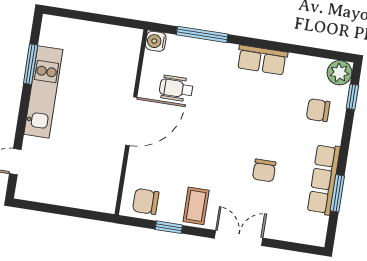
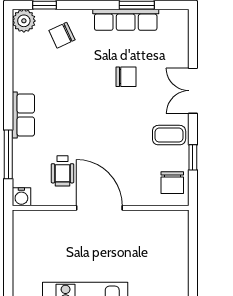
row of seats: (262, 60) -> (23, 115), moved
chair: (318, 110) -> (62, 35), turned 65

